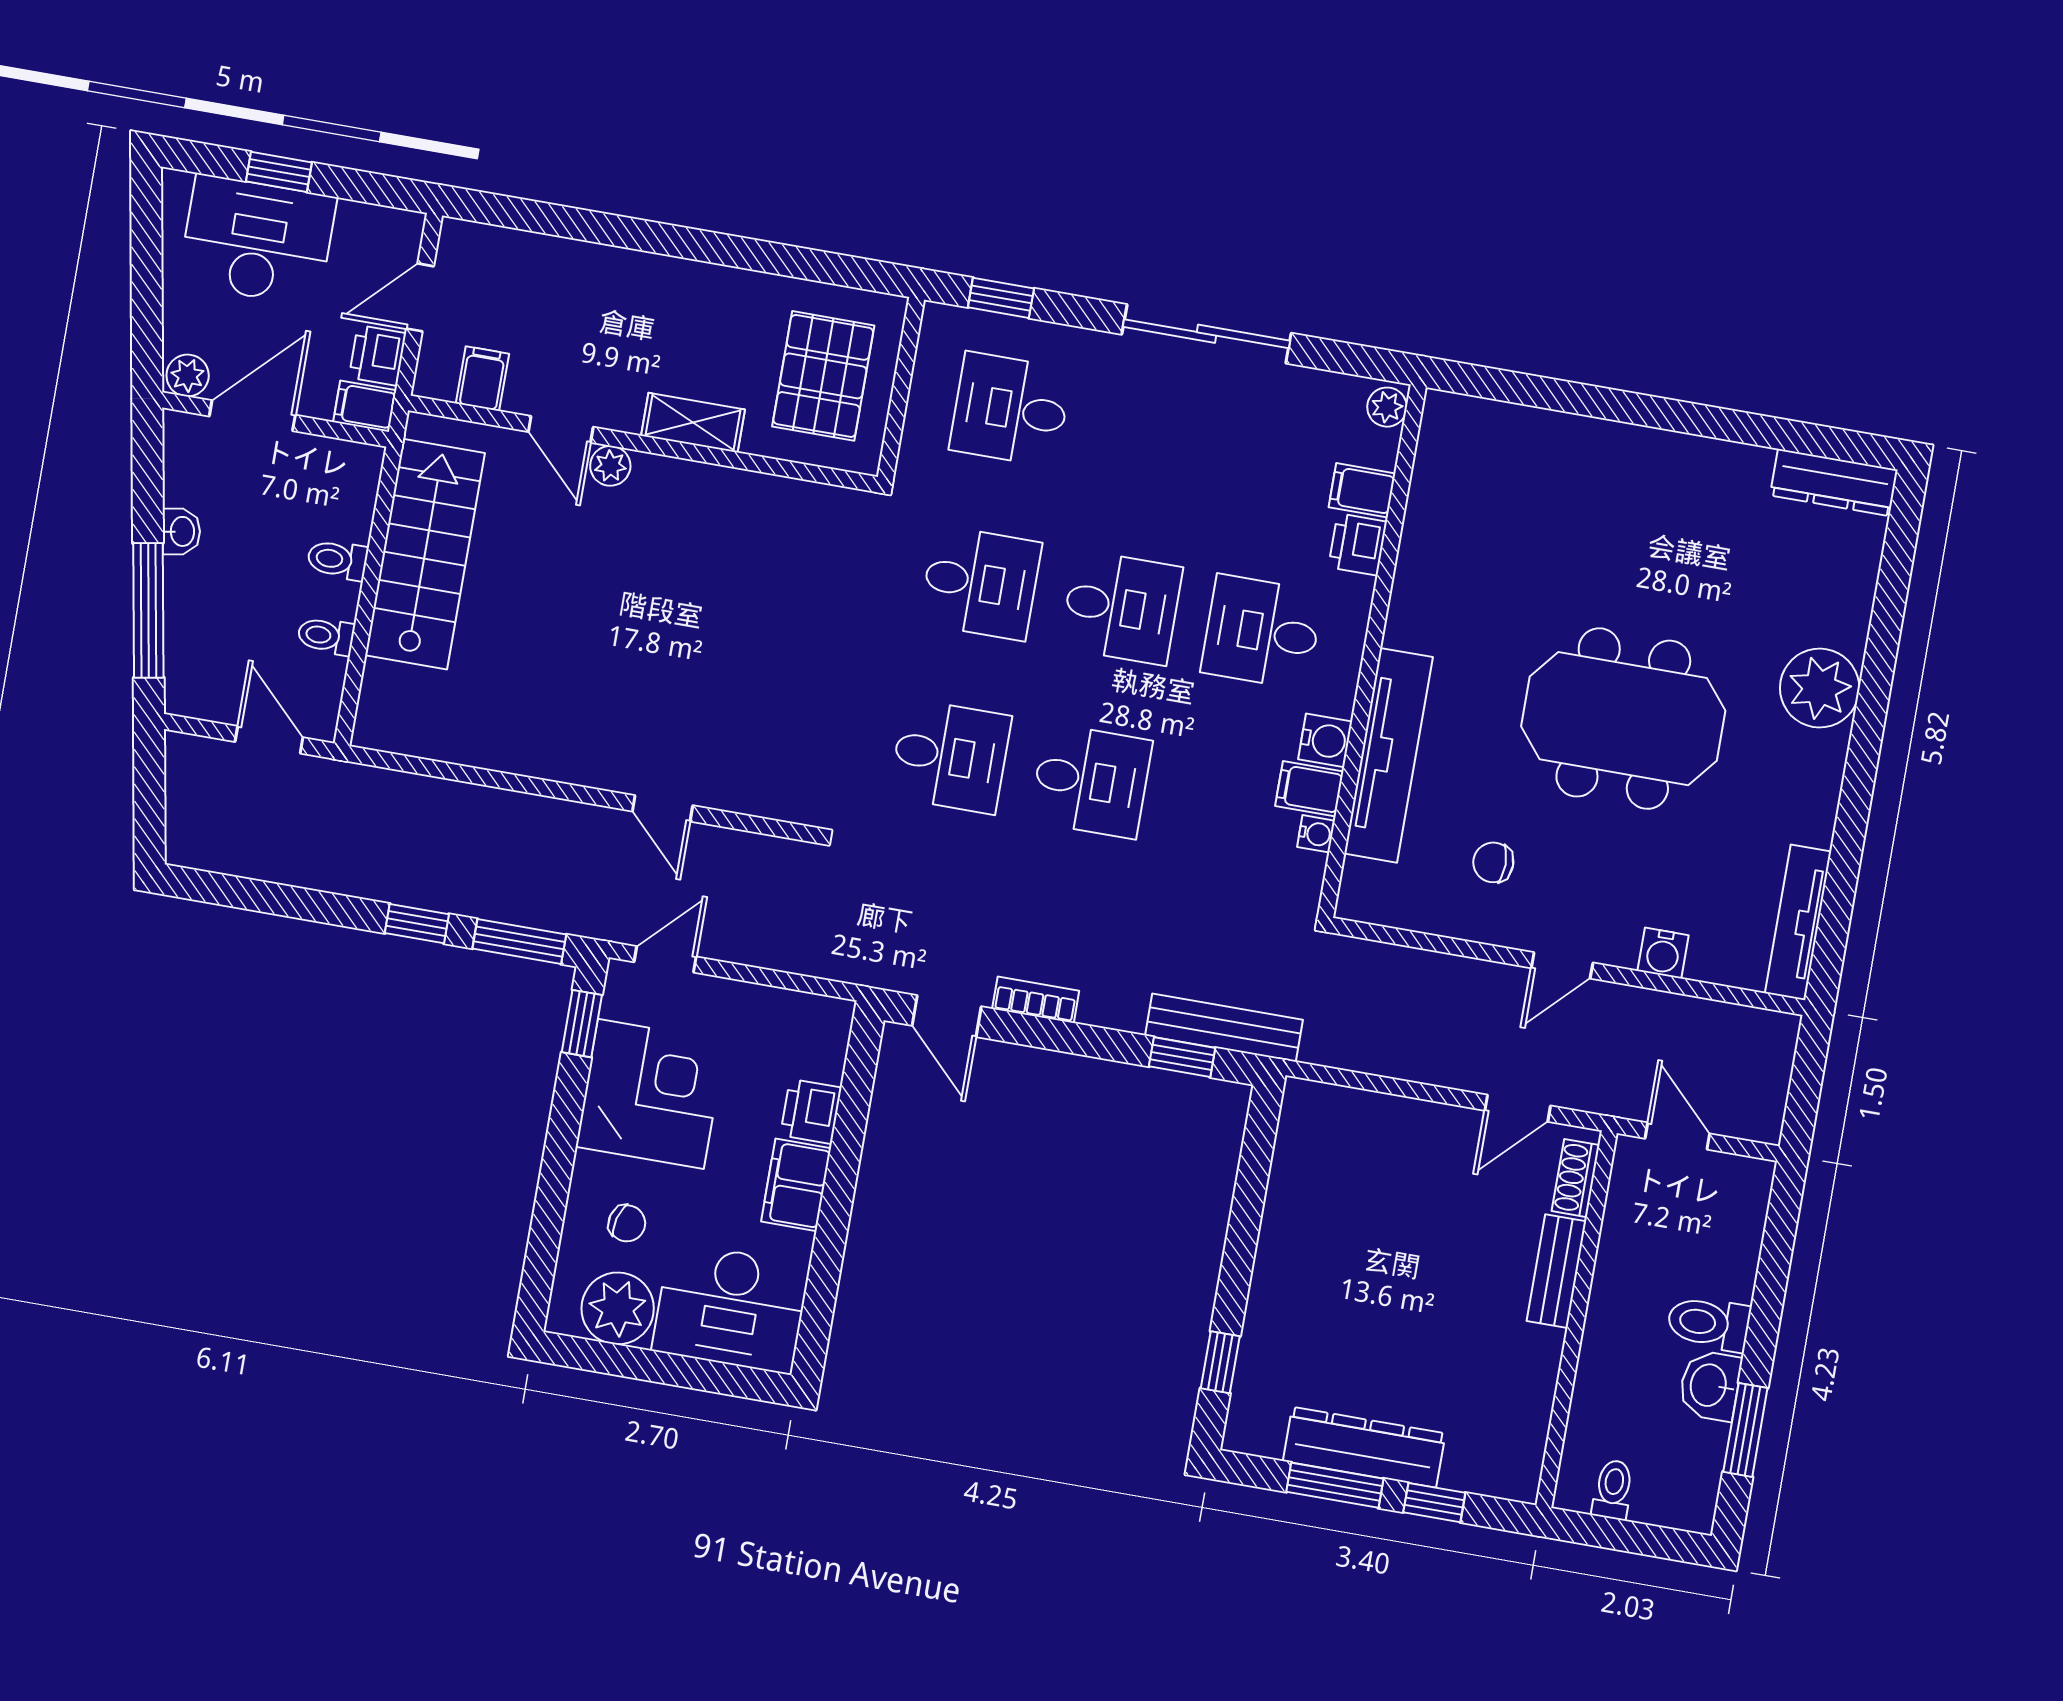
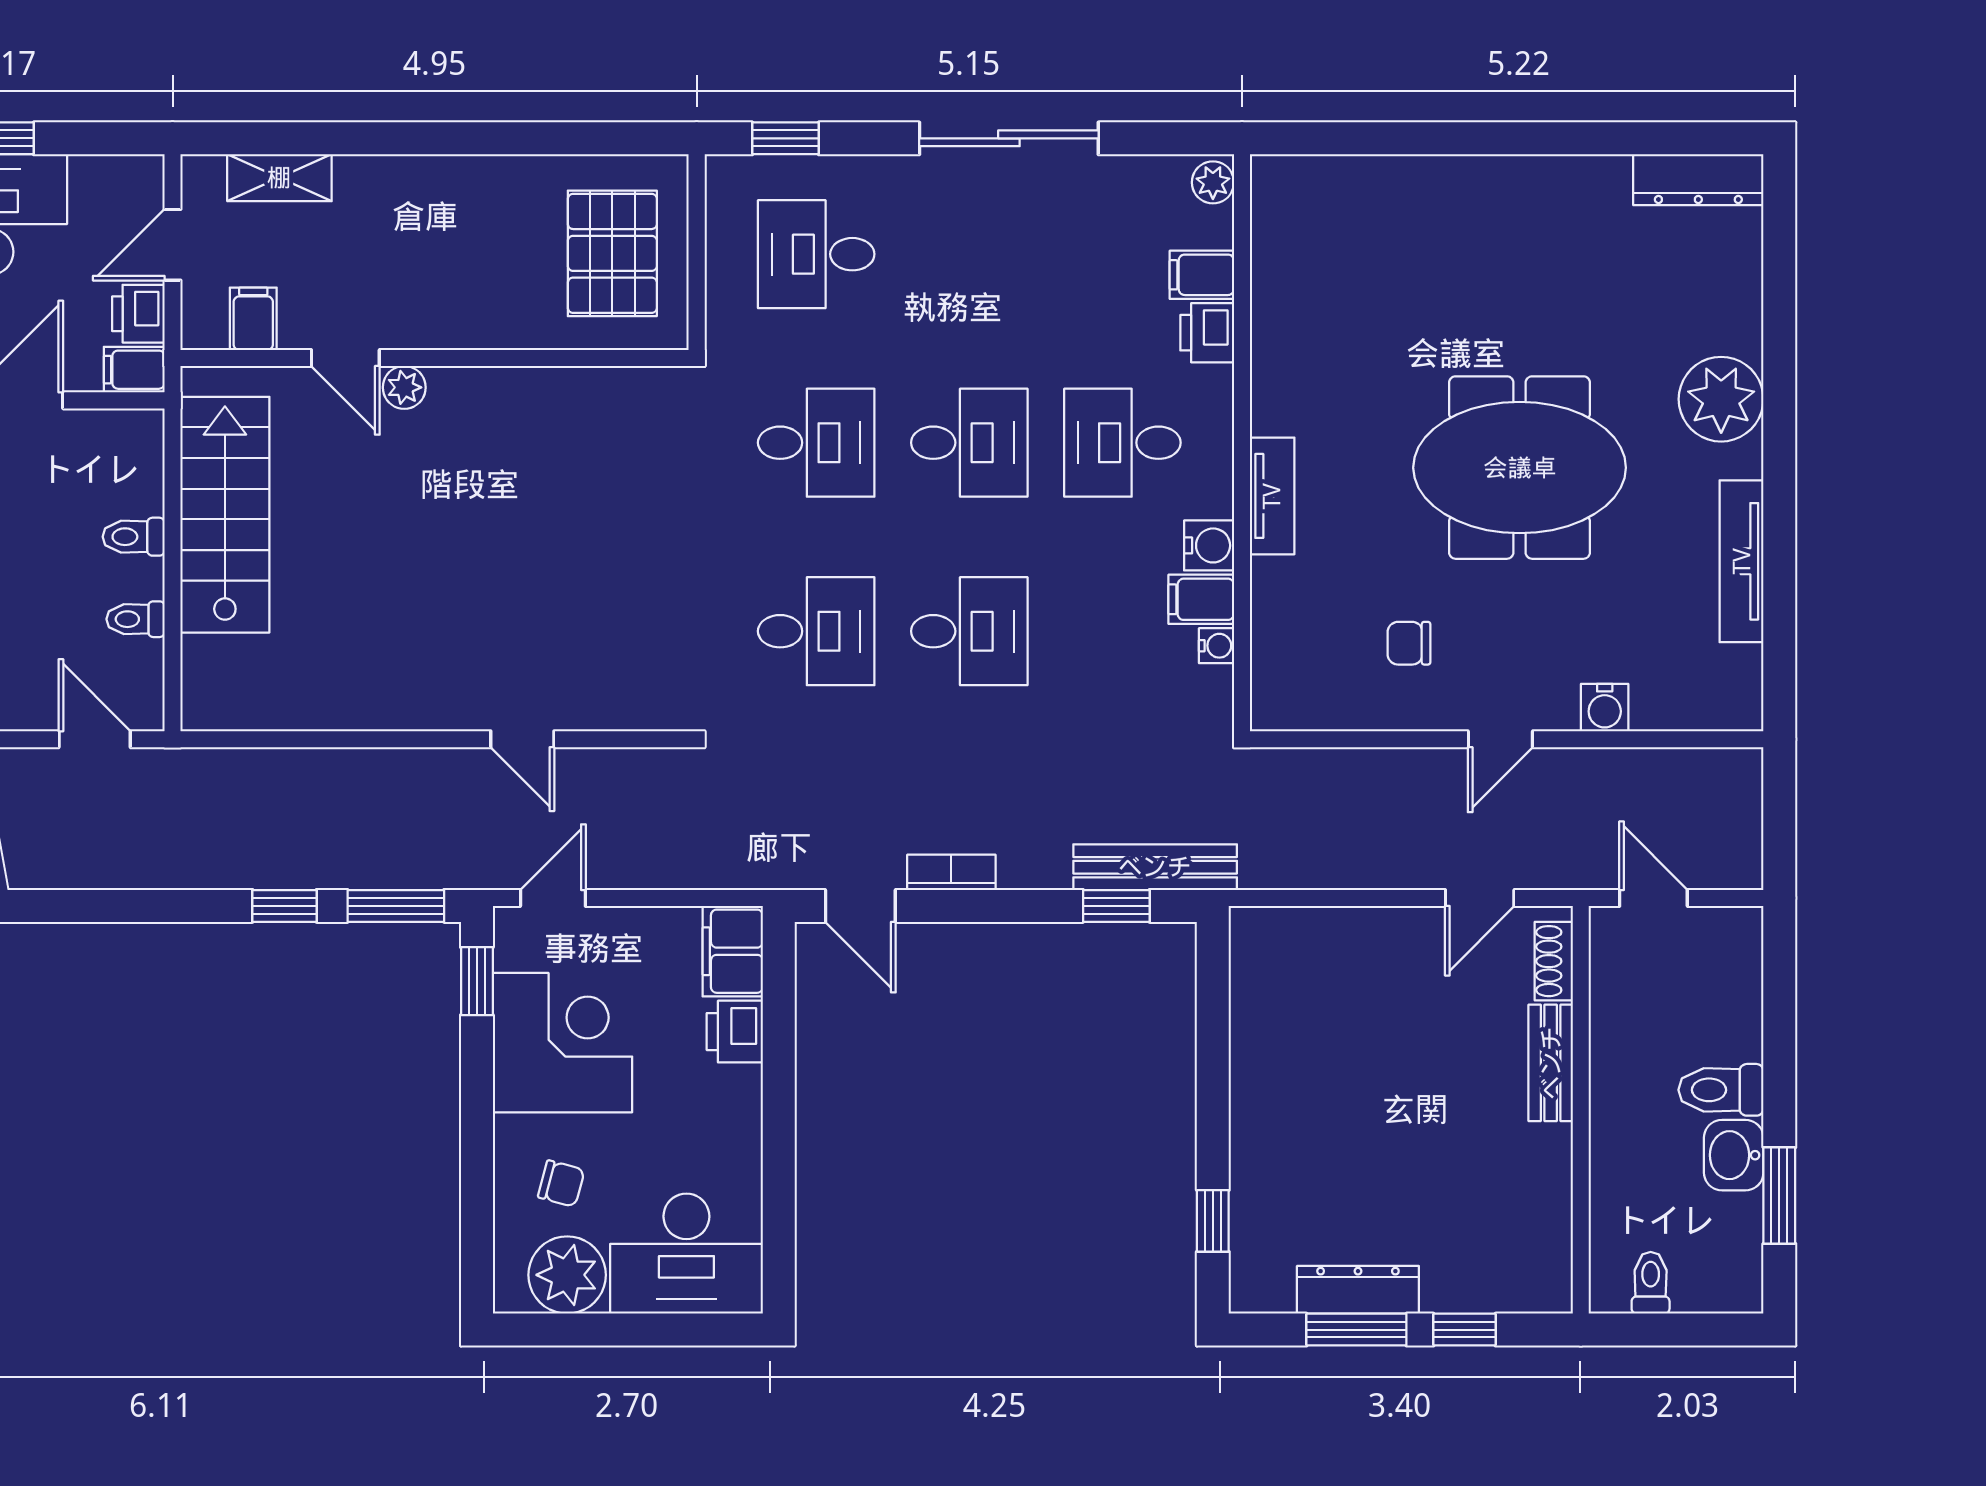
shelving: (693, 423) -> (279, 178), moved
tv unit: (1388, 755) -> (1272, 496), width x0.52, depth x0.78
tv unit: (1798, 922) -> (1742, 561), moved
filing cabinet: (796, 1185) -> (733, 951), moved
dresser: (1364, 1447) -> (1358, 1290), width x0.73, depth x0.80

